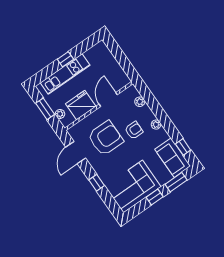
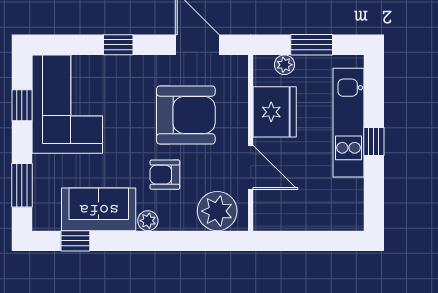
plant: (140, 102) -> (217, 211), width x1.87, depth x1.87
armchair: (134, 130) -> (165, 175), turned 90
armchair: (105, 138) -> (186, 115), turned -90
sofa: (173, 158) -> (99, 209), moved
window: (155, 197) -> (22, 105), moved

